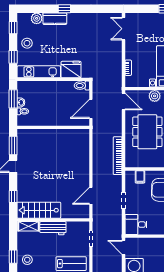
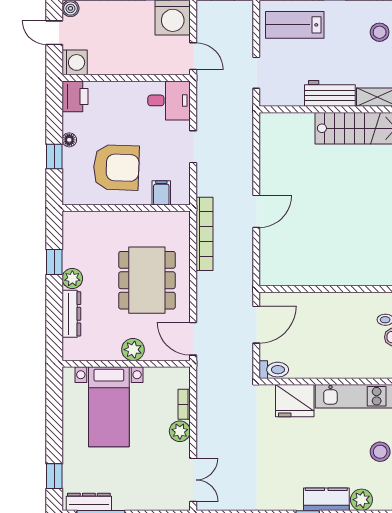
plant: (130, 54) -> (180, 431), added
door: (91, 196) -> (256, 211), moved

